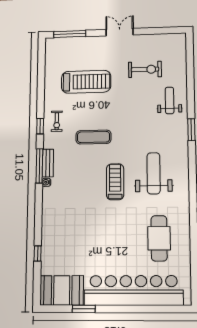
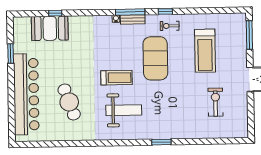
exercise bike: (145, 69) -> (215, 102), turned 180
weight bench: (170, 100) -> (187, 124), removed
exercise mat: (93, 137) -> (155, 58), width x2.00, depth x1.45
cafe table: (159, 238) -> (69, 102), moved, turned 70
booth: (62, 290) -> (50, 28), moved, turned 90

